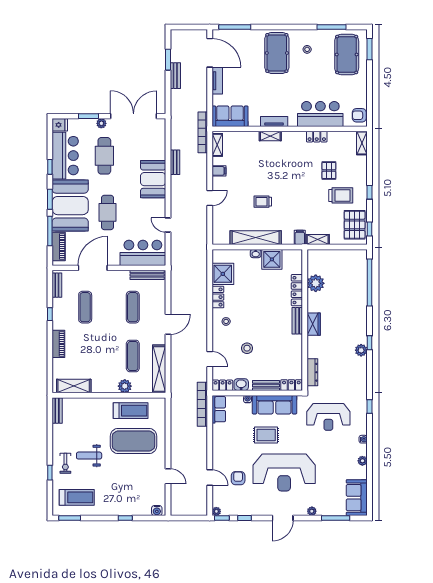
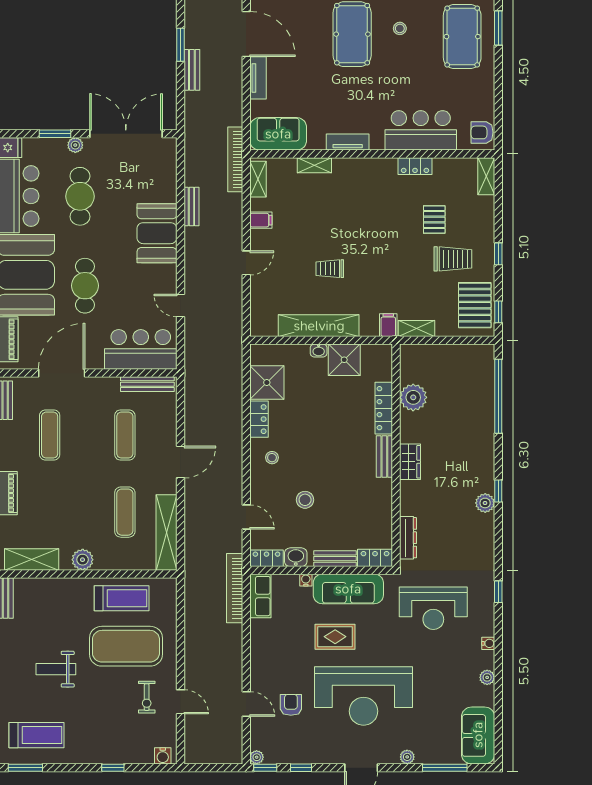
shelving: (270, 136) -> (314, 165), moved
plant: (125, 386) -> (83, 560), moved
exercise bike: (65, 463) -> (147, 697), moved

